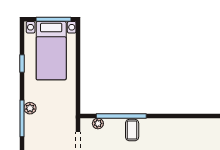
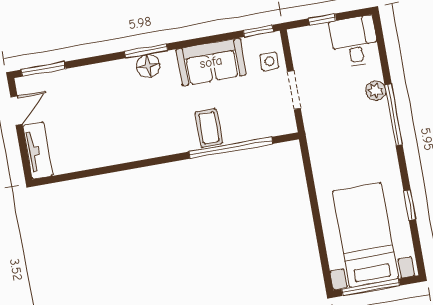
plant: (30, 108) -> (376, 91), moved
plant: (98, 123) -> (267, 129), removed

